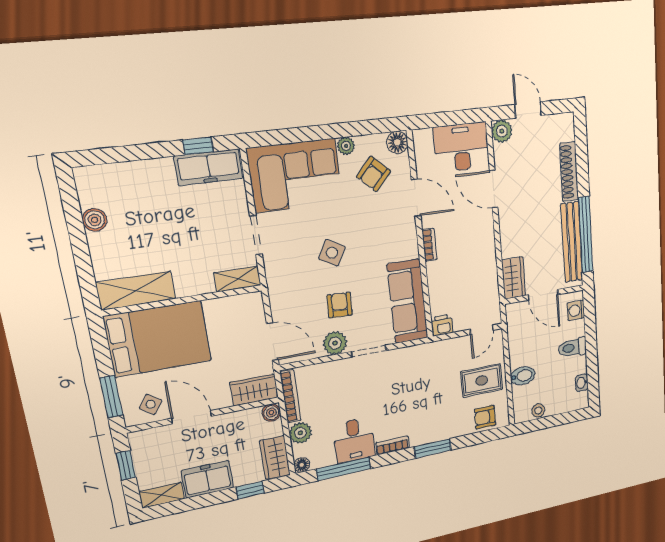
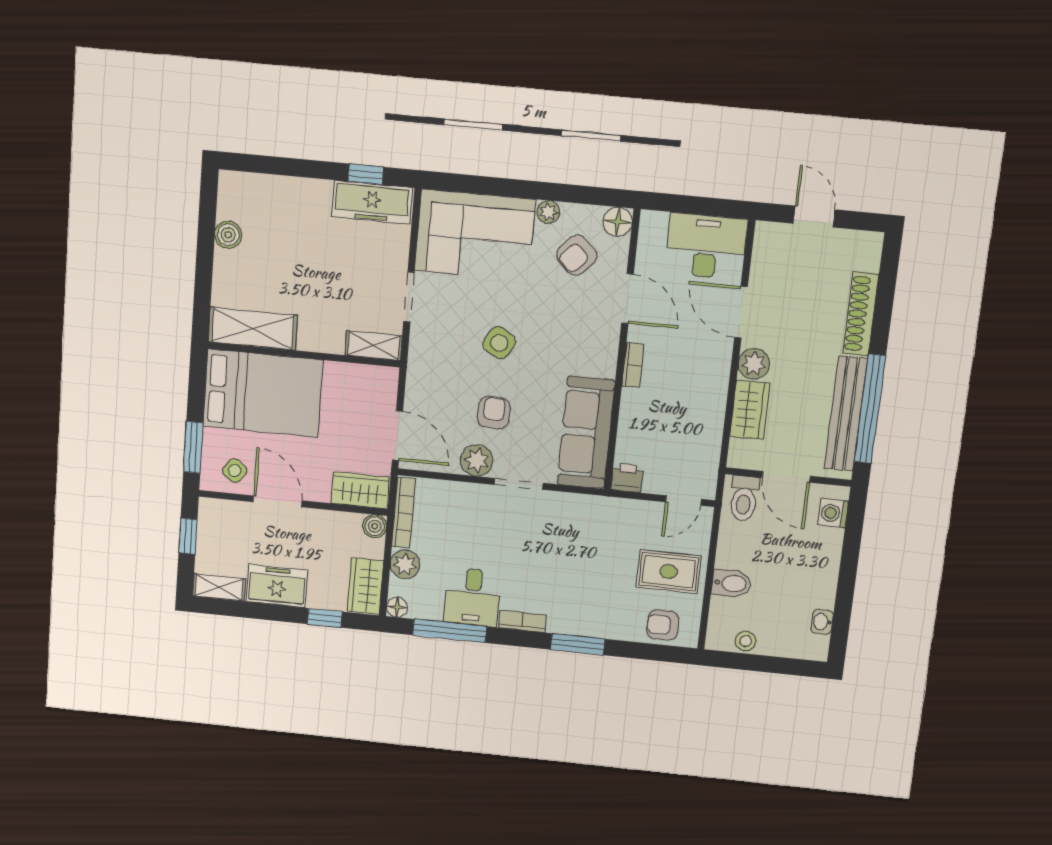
plant: (502, 131) -> (754, 364), moved
wardrobe: (514, 278) -> (750, 410), moved
toilet: (572, 348) -> (744, 498), moved, turned -90

